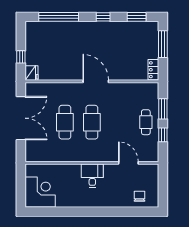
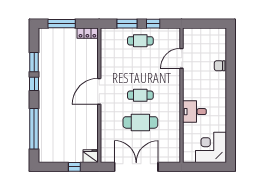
window: (137, 17) -> (34, 62), moved
cafe table: (92, 122) -> (140, 95), width x0.73, depth x0.74
desk: (92, 176) -> (194, 112), moved
chair: (140, 196) -> (220, 66), moved

